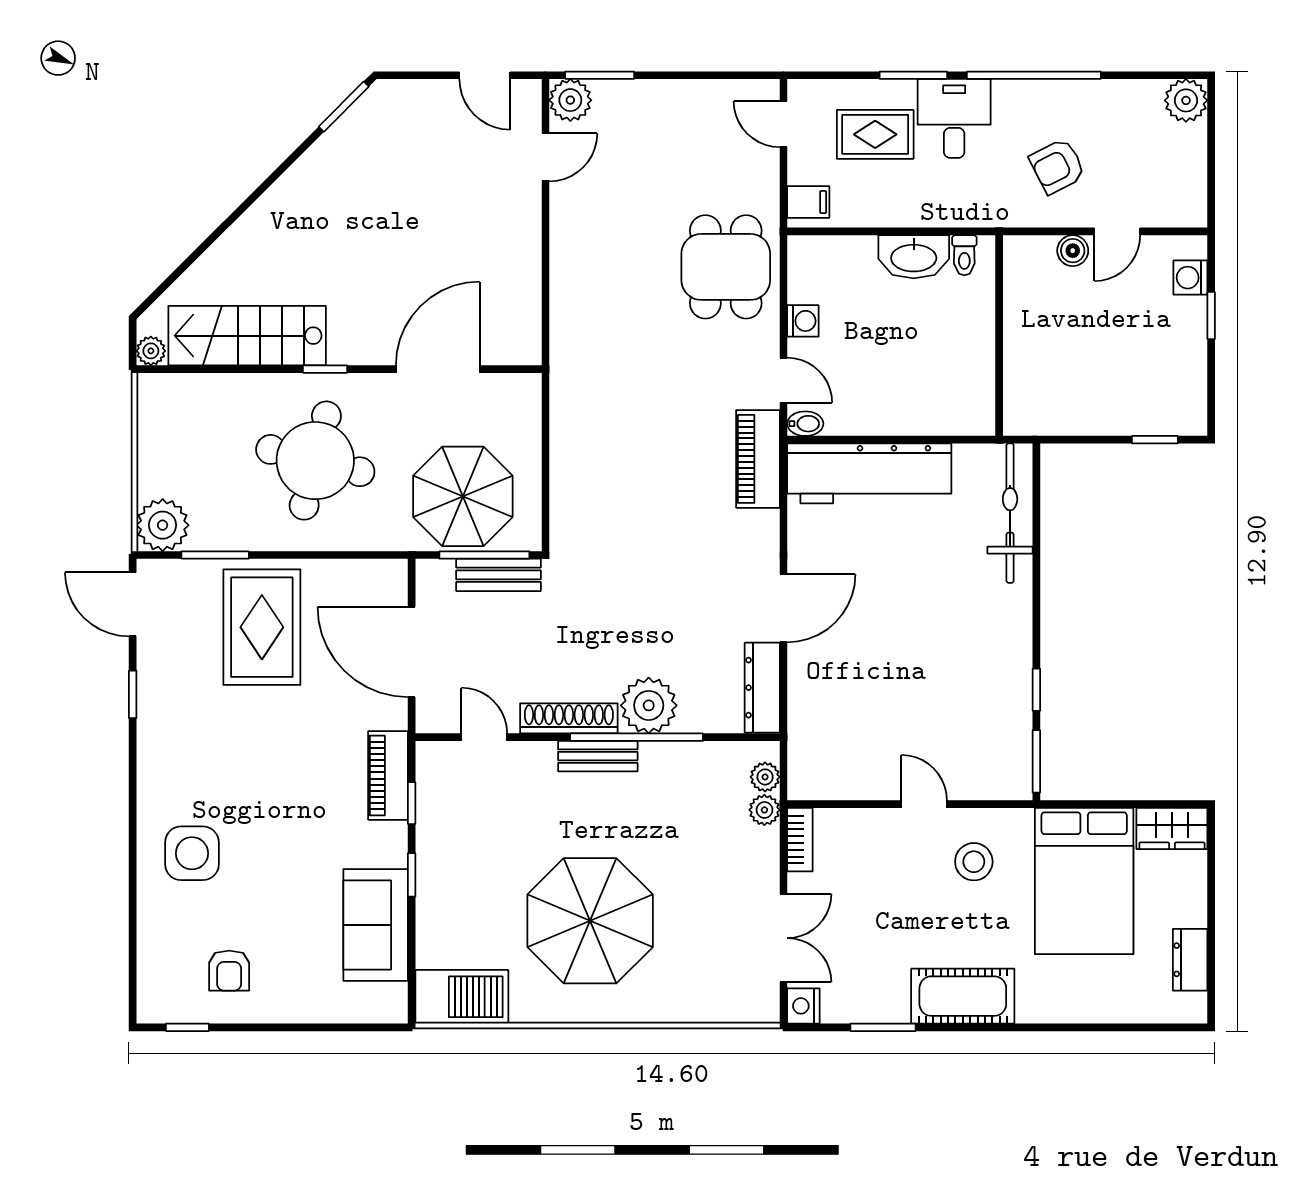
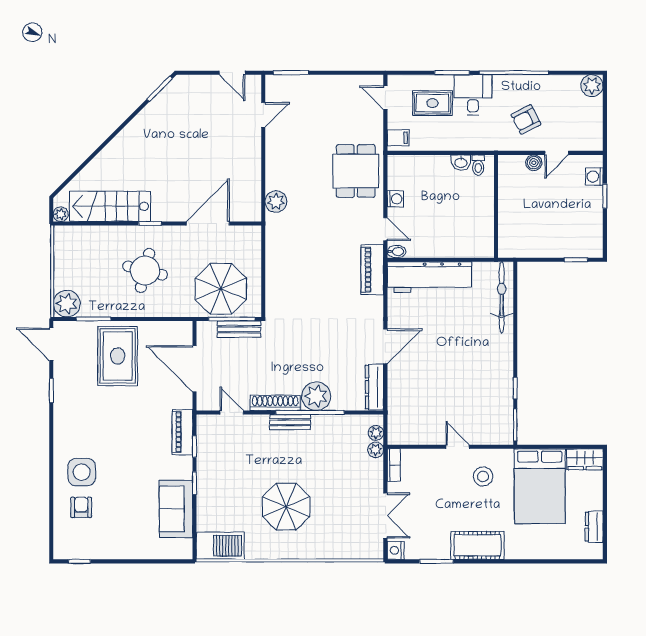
plant: (570, 100) -> (276, 202), moved
washbasin: (914, 257) -> (461, 162), width x0.52, depth x0.69
round table: (315, 461) -> (145, 270), width x0.73, depth x0.73
parasol: (590, 921) -> (286, 507), width x0.73, depth x0.73
armchair: (229, 971) -> (81, 507), moved, turned 180

